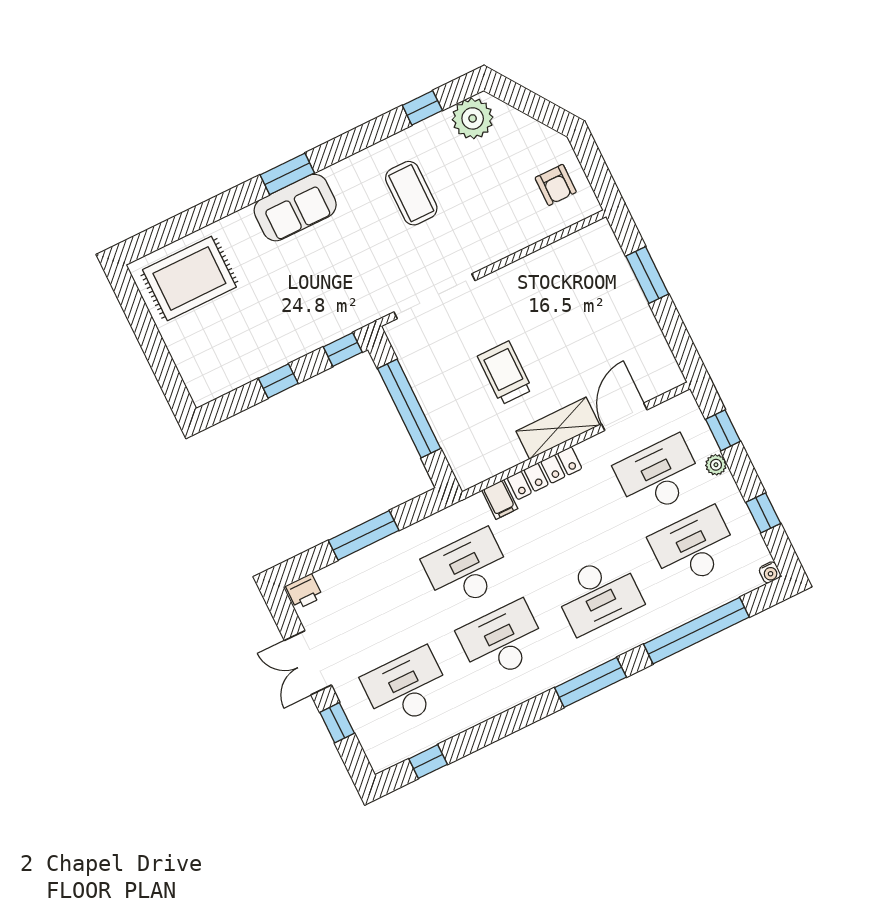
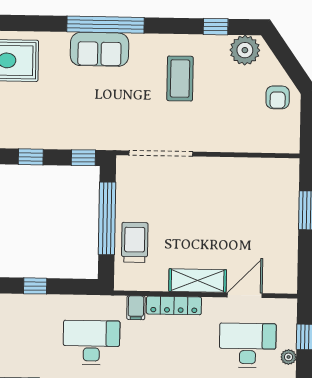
window: (287, 174) -> (106, 25), width x2.11
armchair: (556, 185) -> (278, 97), moved
trolley: (505, 373) -> (135, 242), moved
window: (364, 535) -> (35, 286), width x0.46

